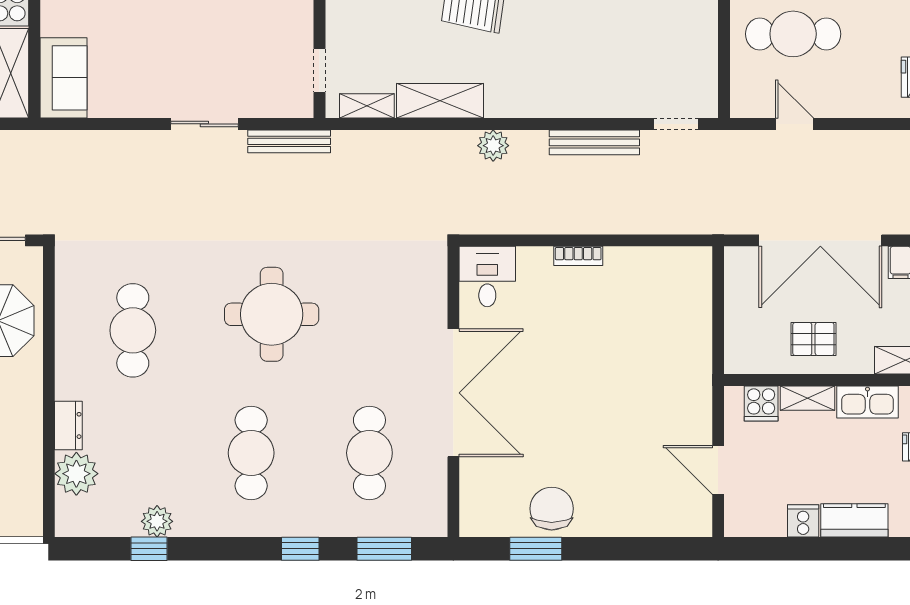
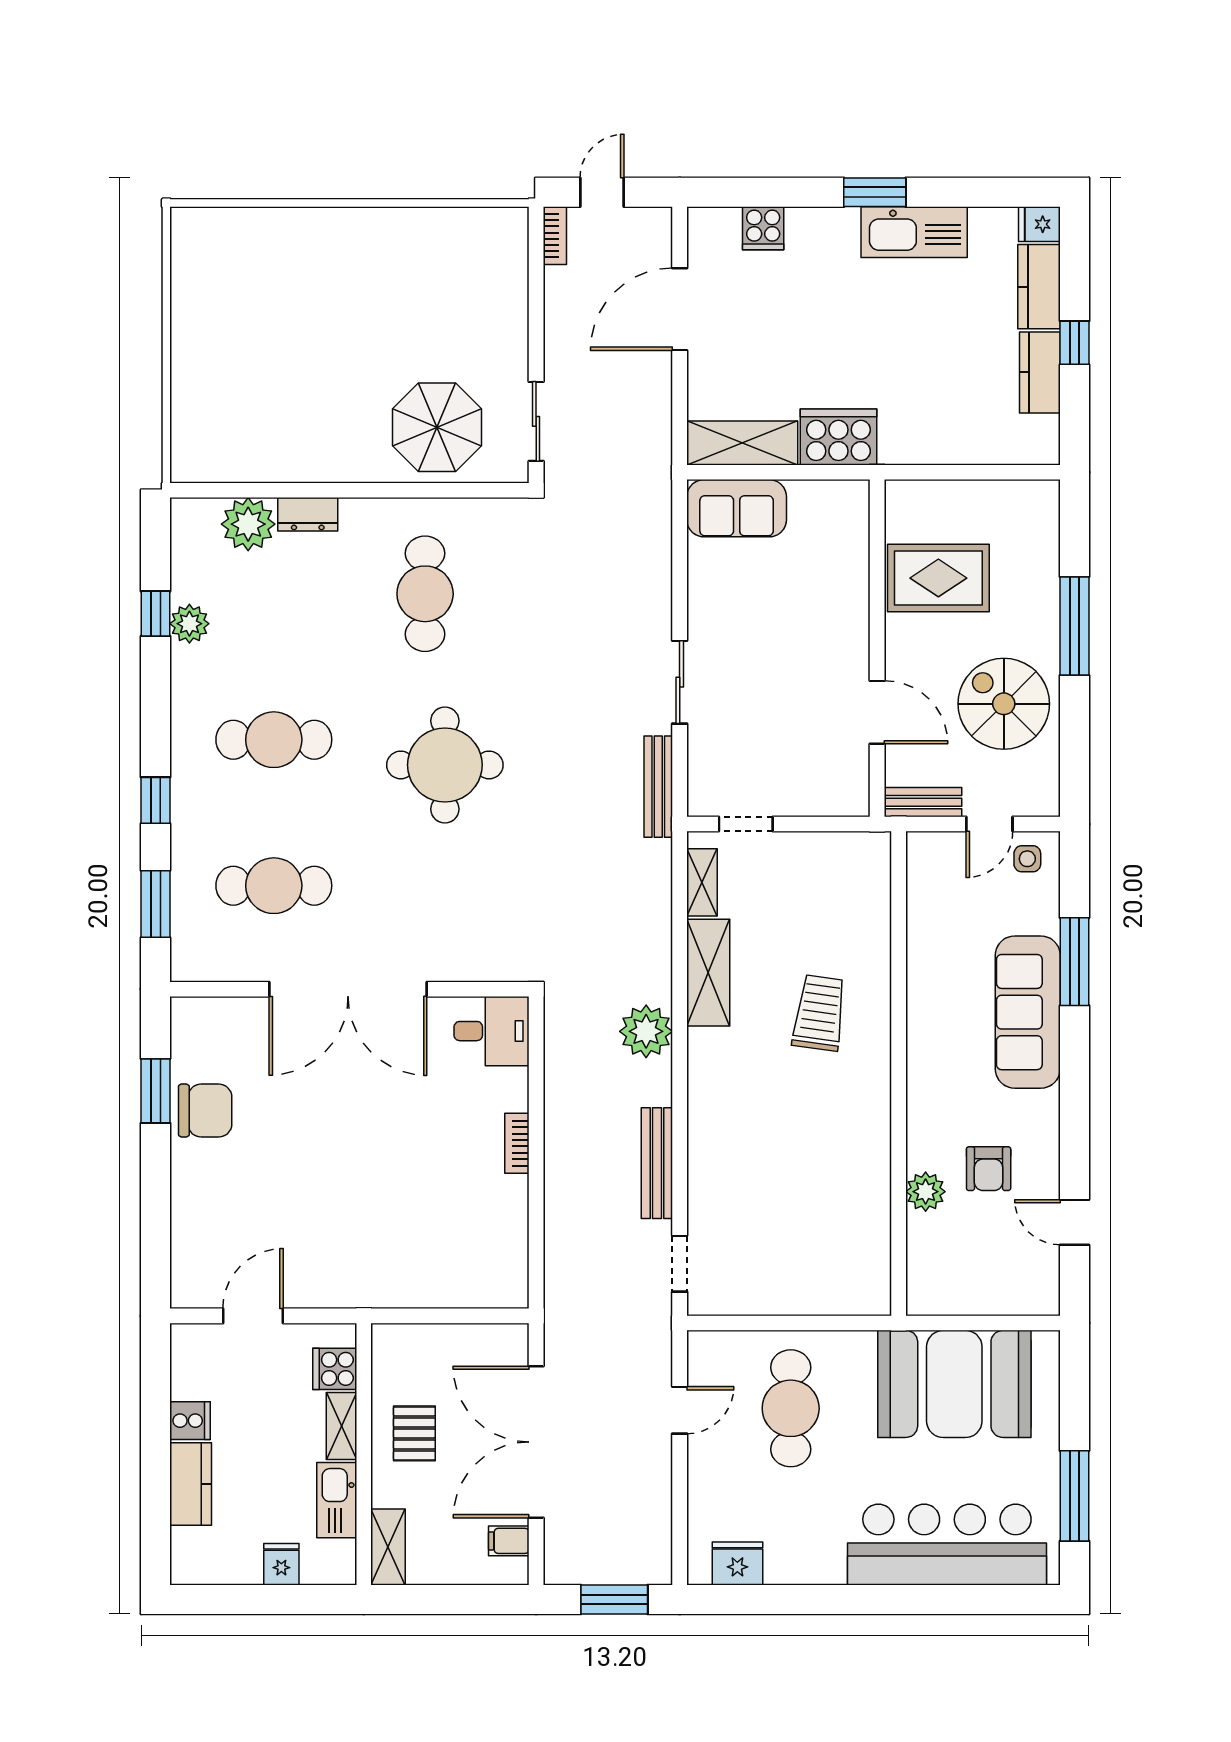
plant: (493, 146) -> (646, 1031), width x1.36, depth x1.36
cafe table: (133, 330) -> (425, 594), turned 90

